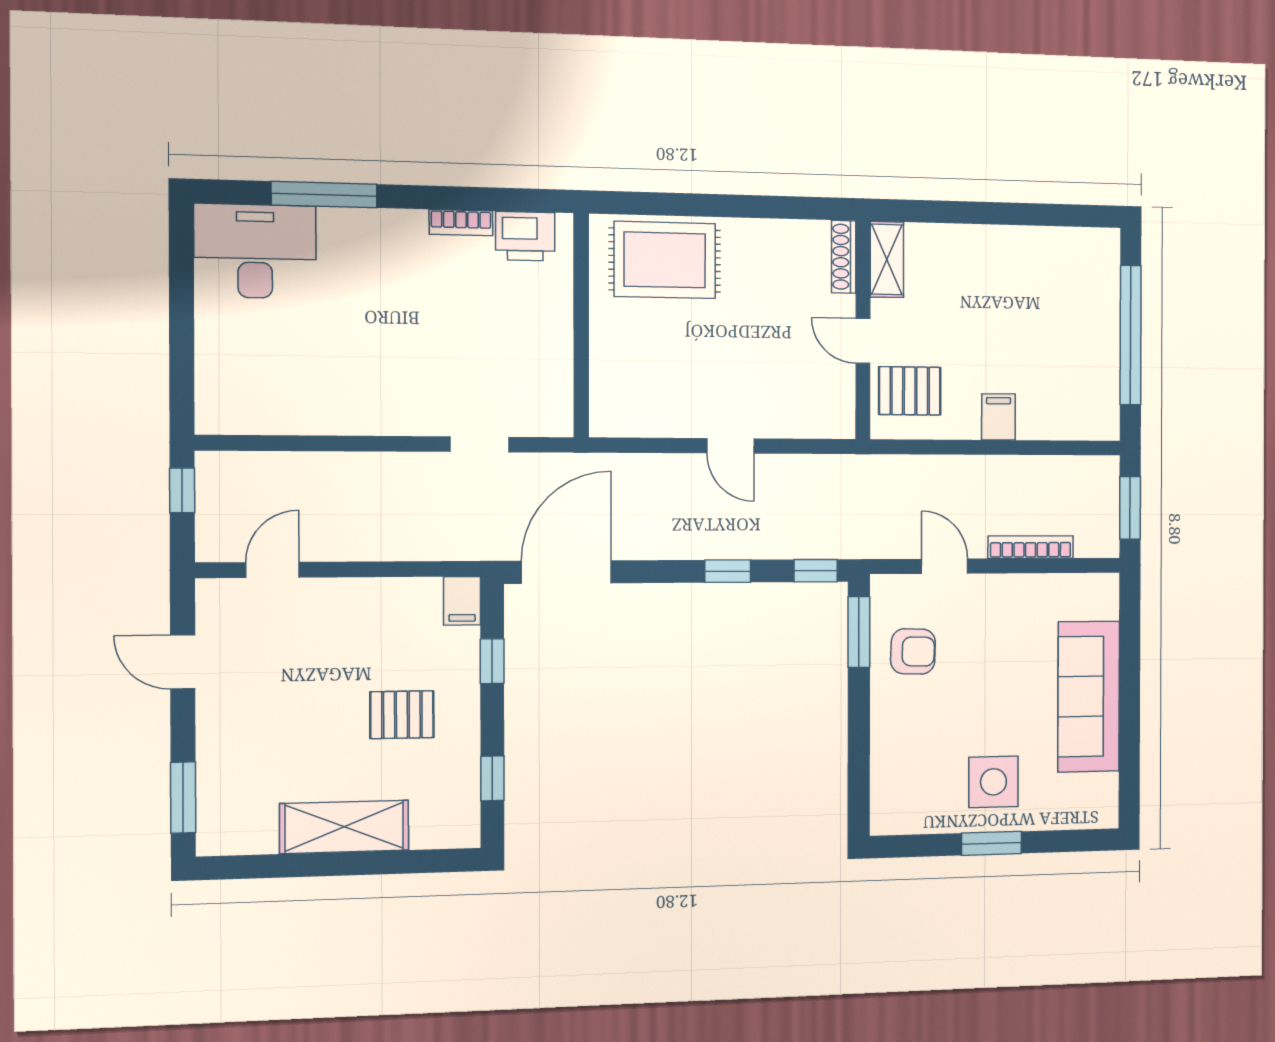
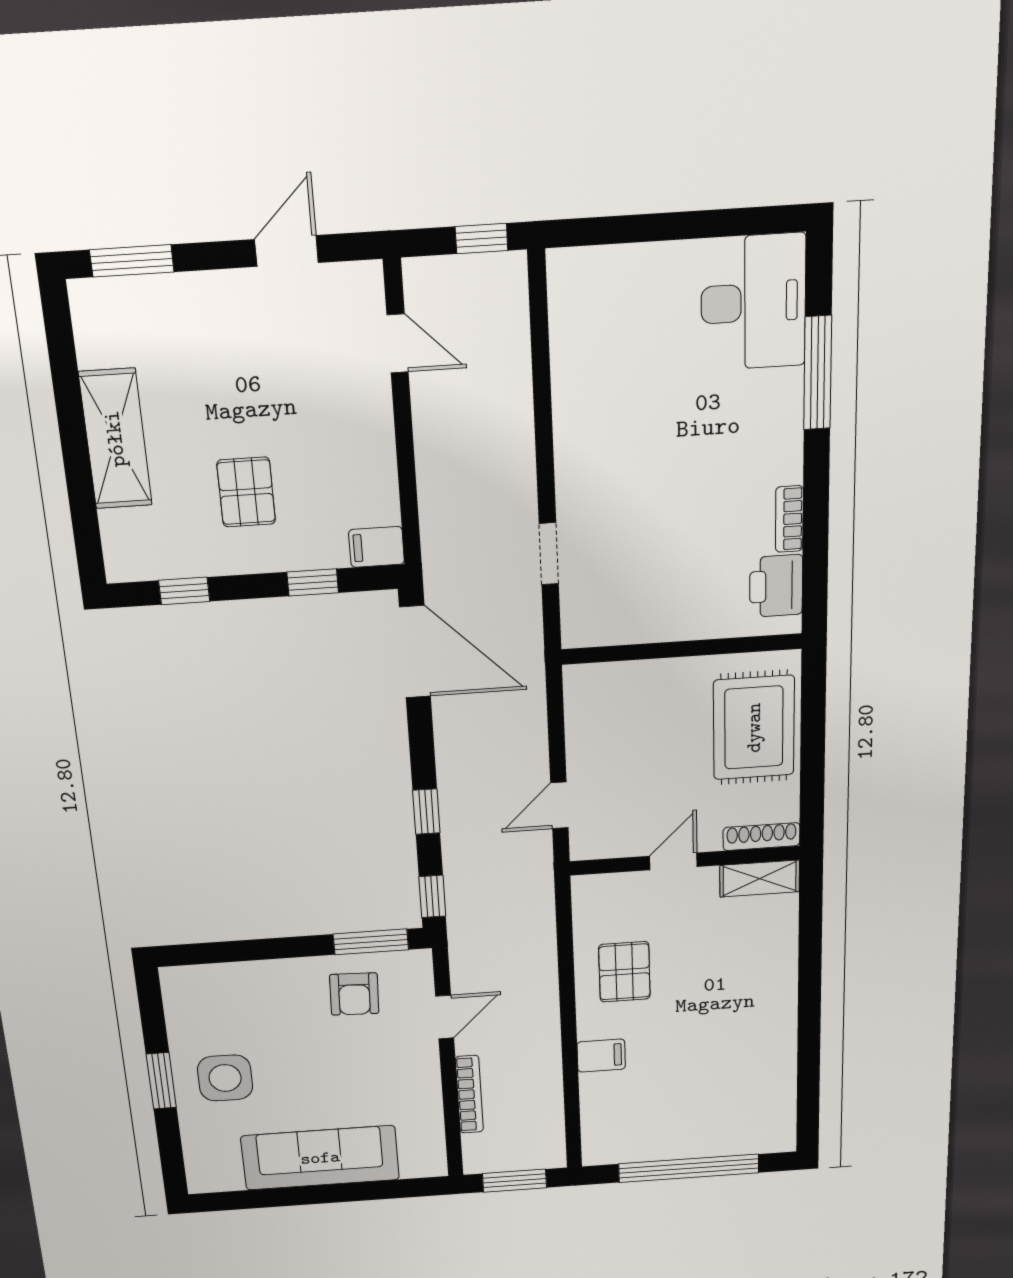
shoe rack: (844, 257) -> (761, 837), moved
shelving: (887, 259) -> (760, 879), moved
wall: (863, 330) -> (685, 861), moved
door: (863, 341) -> (673, 861), moved

